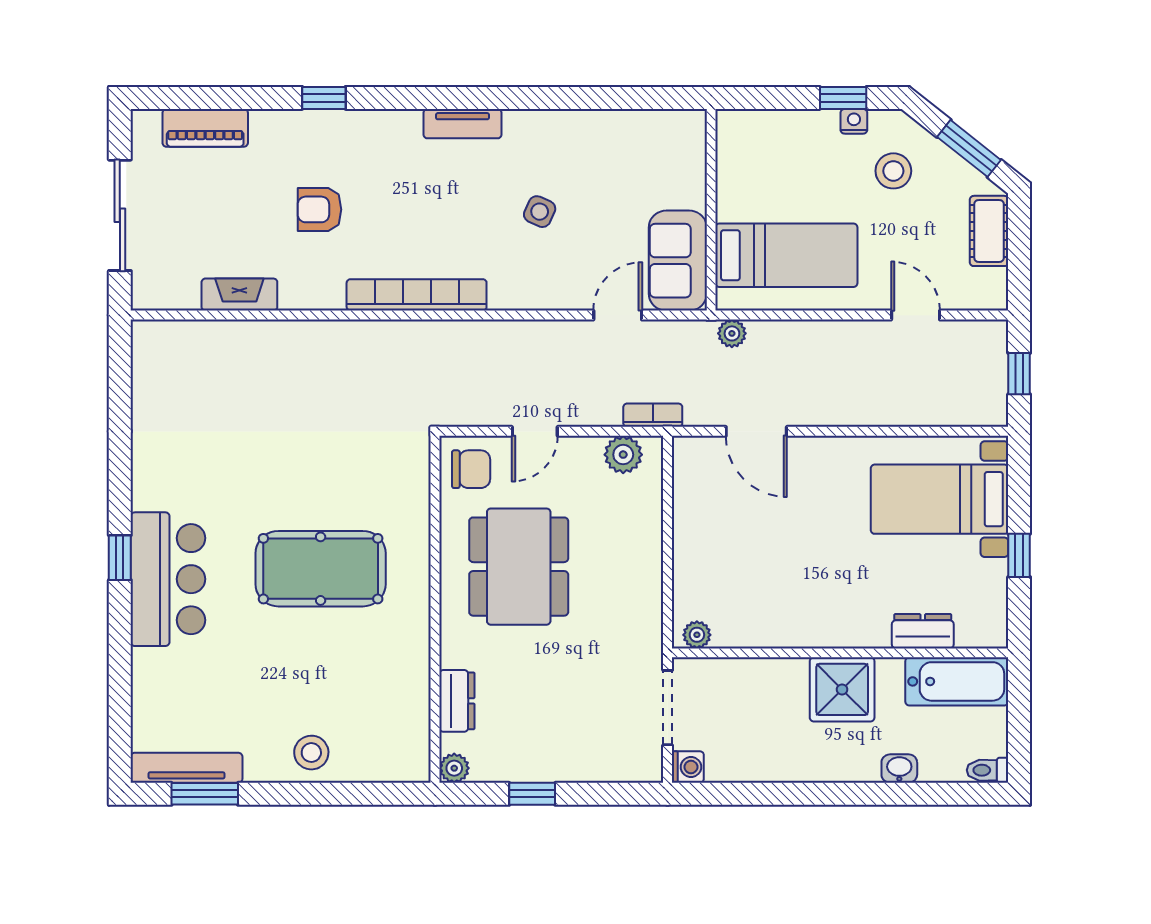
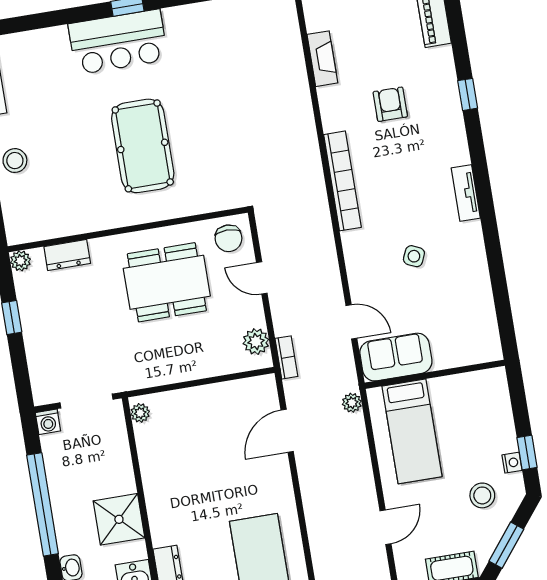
window: (803, 794) -> (43, 504), added

